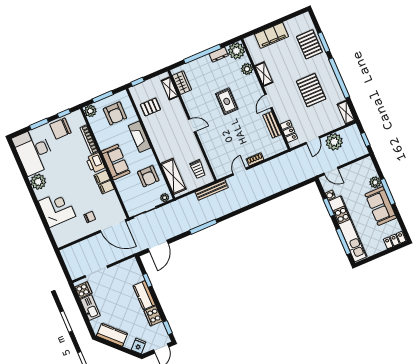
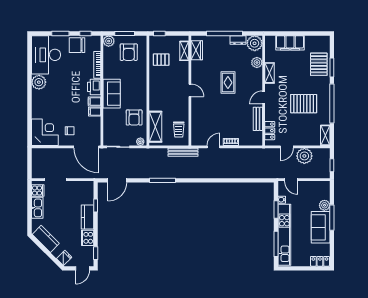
pallet: (311, 90) -> (304, 104), turned 90
fireplace: (140, 137) -> (141, 81), removed
corner desk: (57, 209) -> (45, 132), moved

